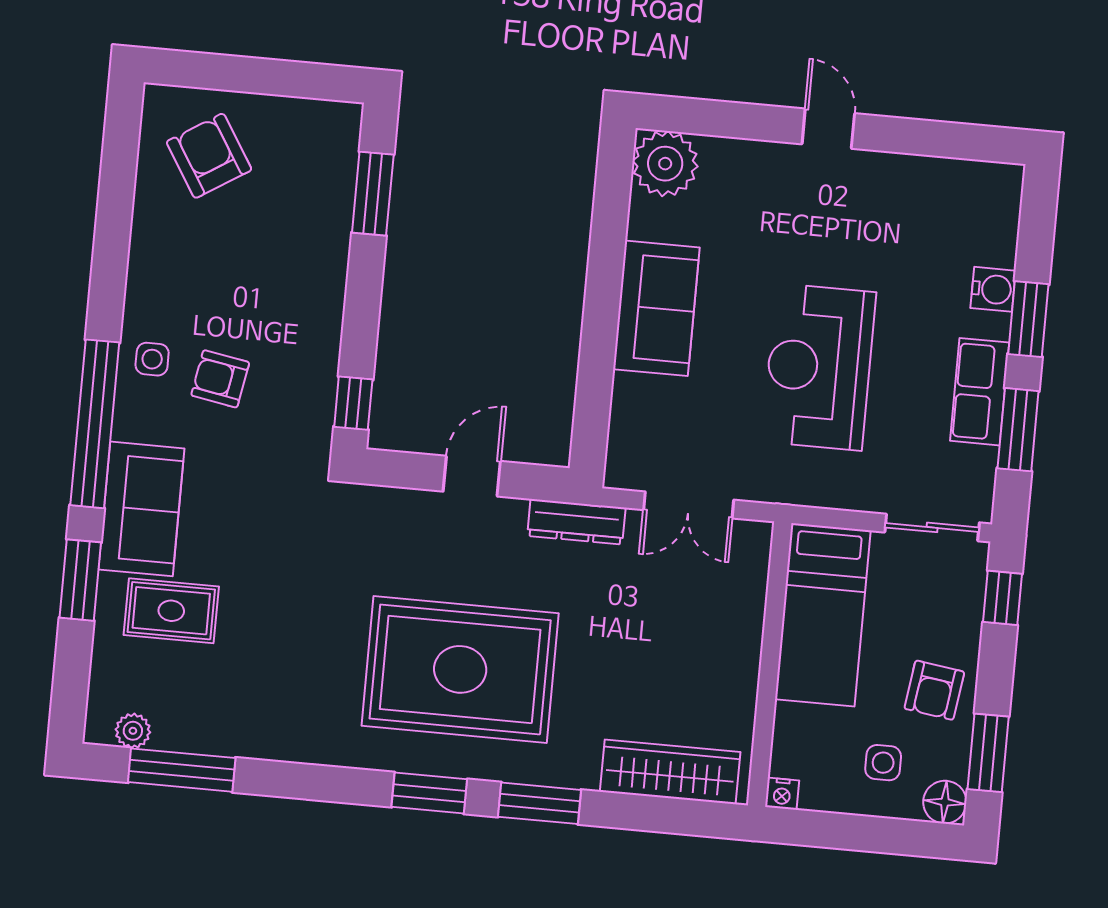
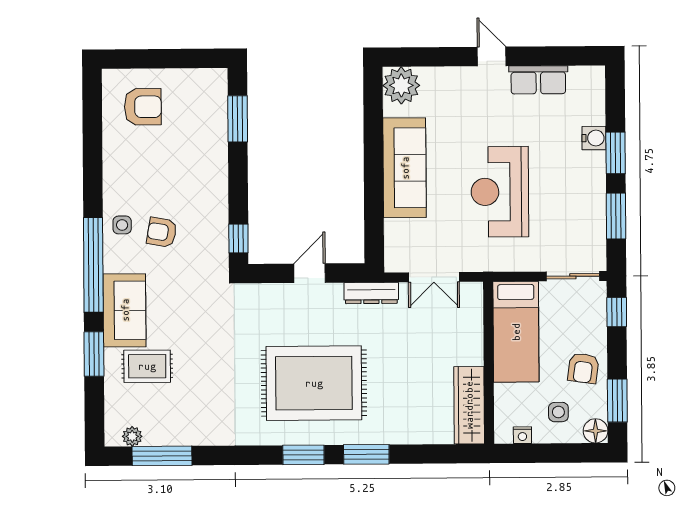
armchair: (209, 156) -> (143, 107), turned 122
sofa: (656, 308) -> (405, 168), width x1.36
row of seats: (980, 392) -> (538, 80), moved, turned -90
wardrobe: (670, 772) -> (469, 405), moved, turned -90
nightstand: (782, 794) -> (522, 435), moved

